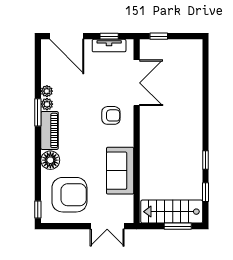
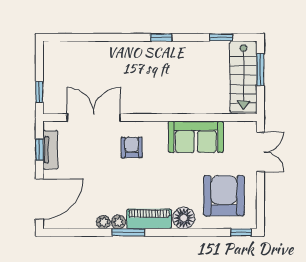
window: (205, 160) -> (161, 37), moved

